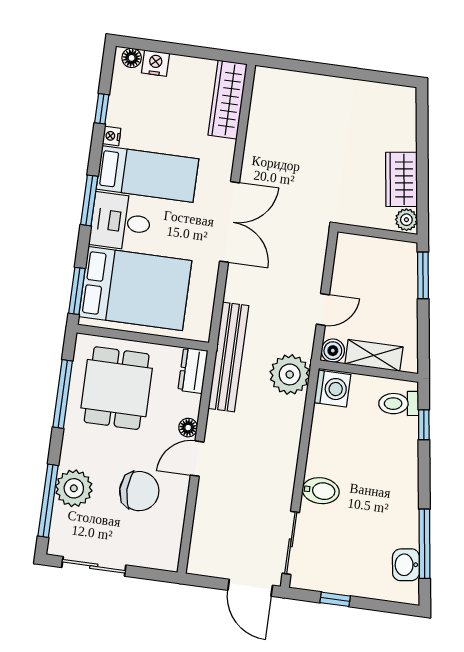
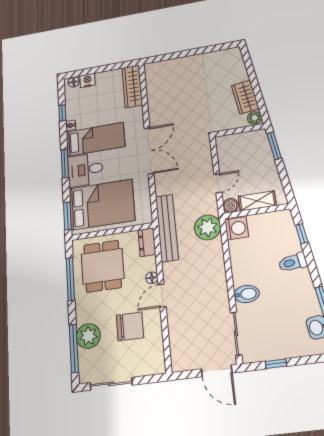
toilet: (399, 404) -> (293, 262), moved

